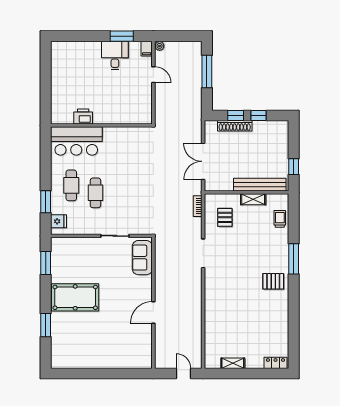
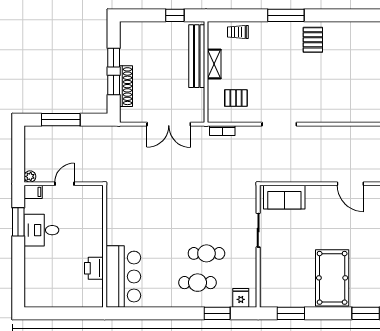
printer: (83, 117) -> (94, 268), moved
wall: (101, 125) -> (105, 246), moved
bar counter: (76, 141) -> (123, 277), moved

